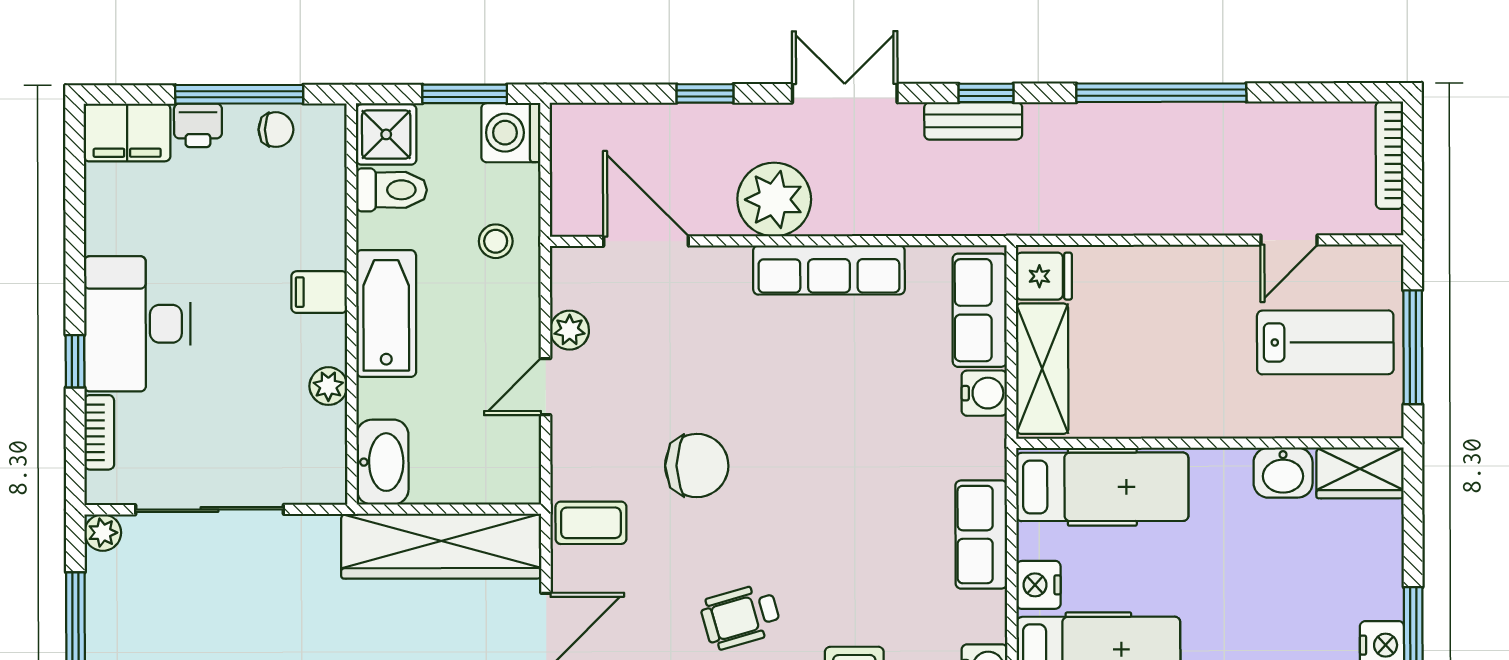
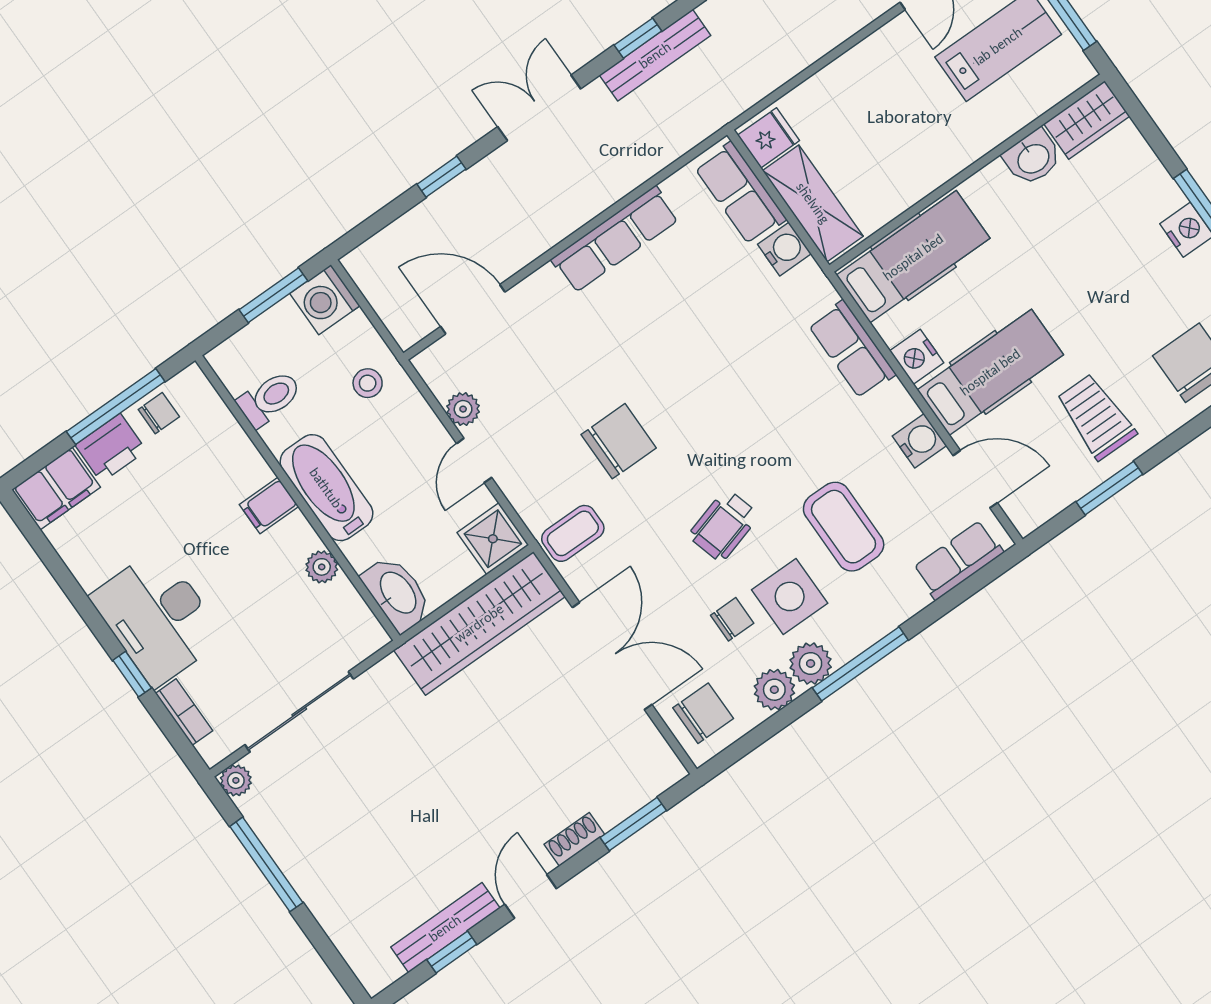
bench: (973, 121) -> (655, 55), width x1.36
printer: (198, 125) -> (111, 448), width x1.36, depth x1.24
shower: (386, 134) -> (493, 539), moved
plant: (774, 199) -> (542, 217), removed

